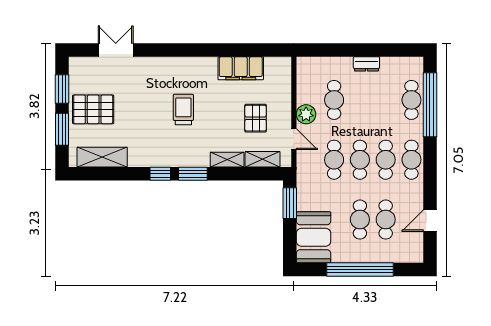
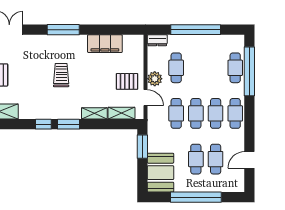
window: (186, 50) -> (63, 30), added
window: (360, 50) -> (196, 30), added
dresser: (366, 64) -> (157, 40), moved
pallet: (256, 118) -> (127, 81), moved, turned 90

